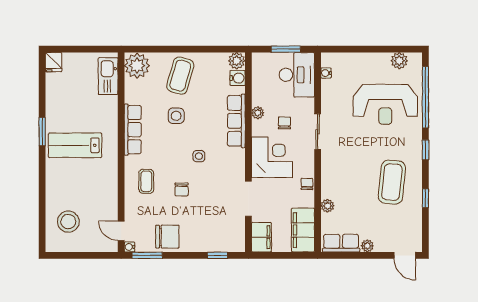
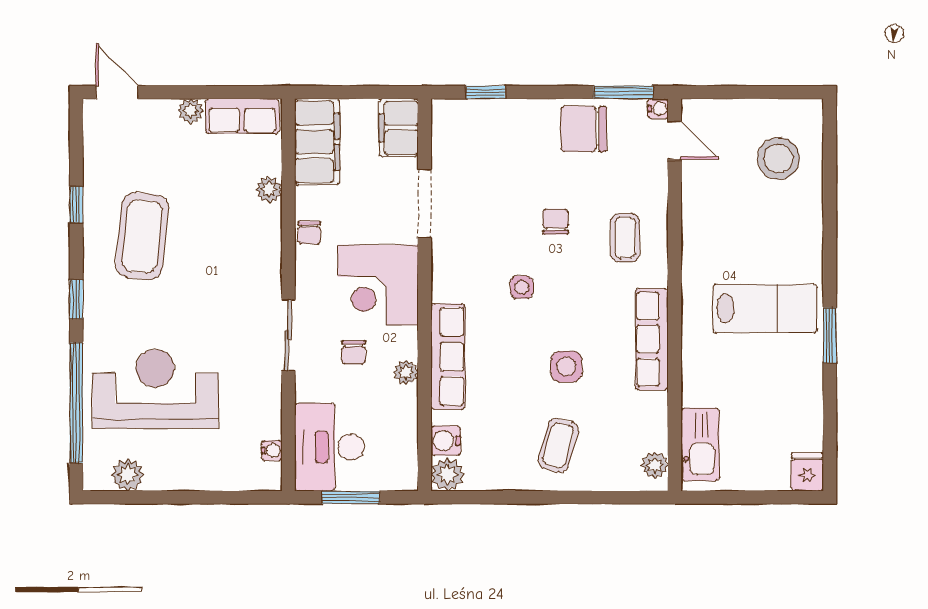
plant: (137, 66) -> (655, 465), width x0.53, depth x0.53
coffee table: (180, 76) -> (558, 445), width x0.73, depth x0.77

